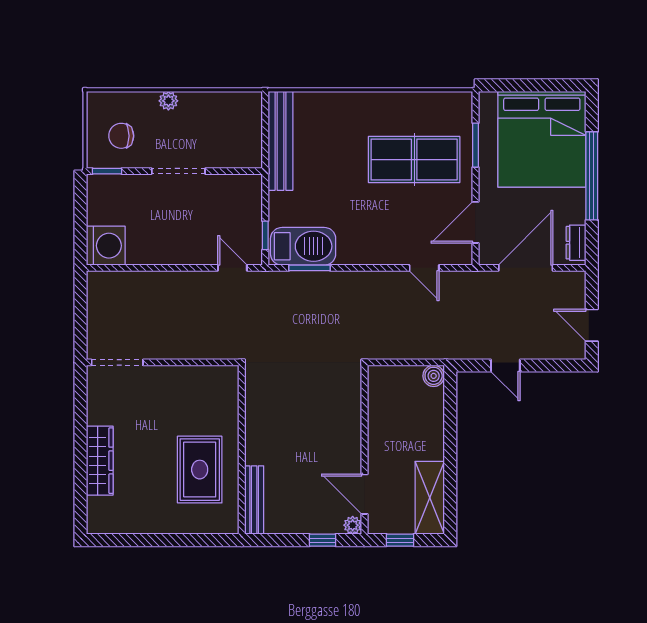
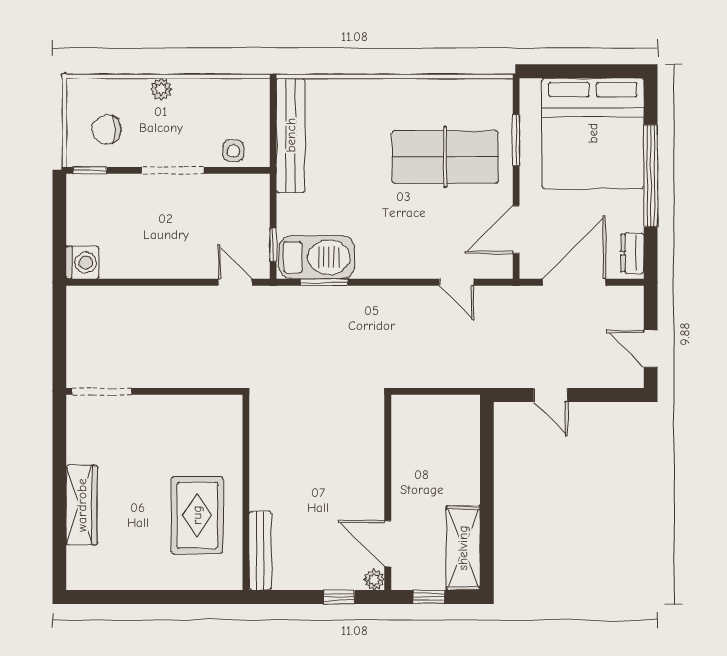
side table: (231, 154) -> (233, 151), added
washing machine: (106, 246) -> (83, 263), width x0.73, depth x0.73
boiler: (434, 376) -> (468, 407), removed

